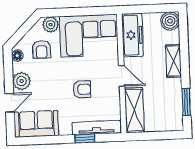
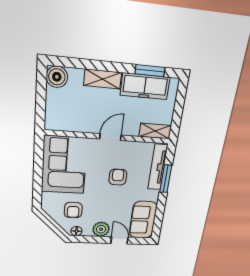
plant: (51, 25) -> (49, 200), removed
freezer: (132, 35) -> (145, 86), moved, turned 180
armchair: (42, 50) -> (73, 210), turned 90
shelving: (134, 110) -> (155, 131), width x0.67, depth x0.75
window: (85, 138) -> (166, 179), width x1.50

